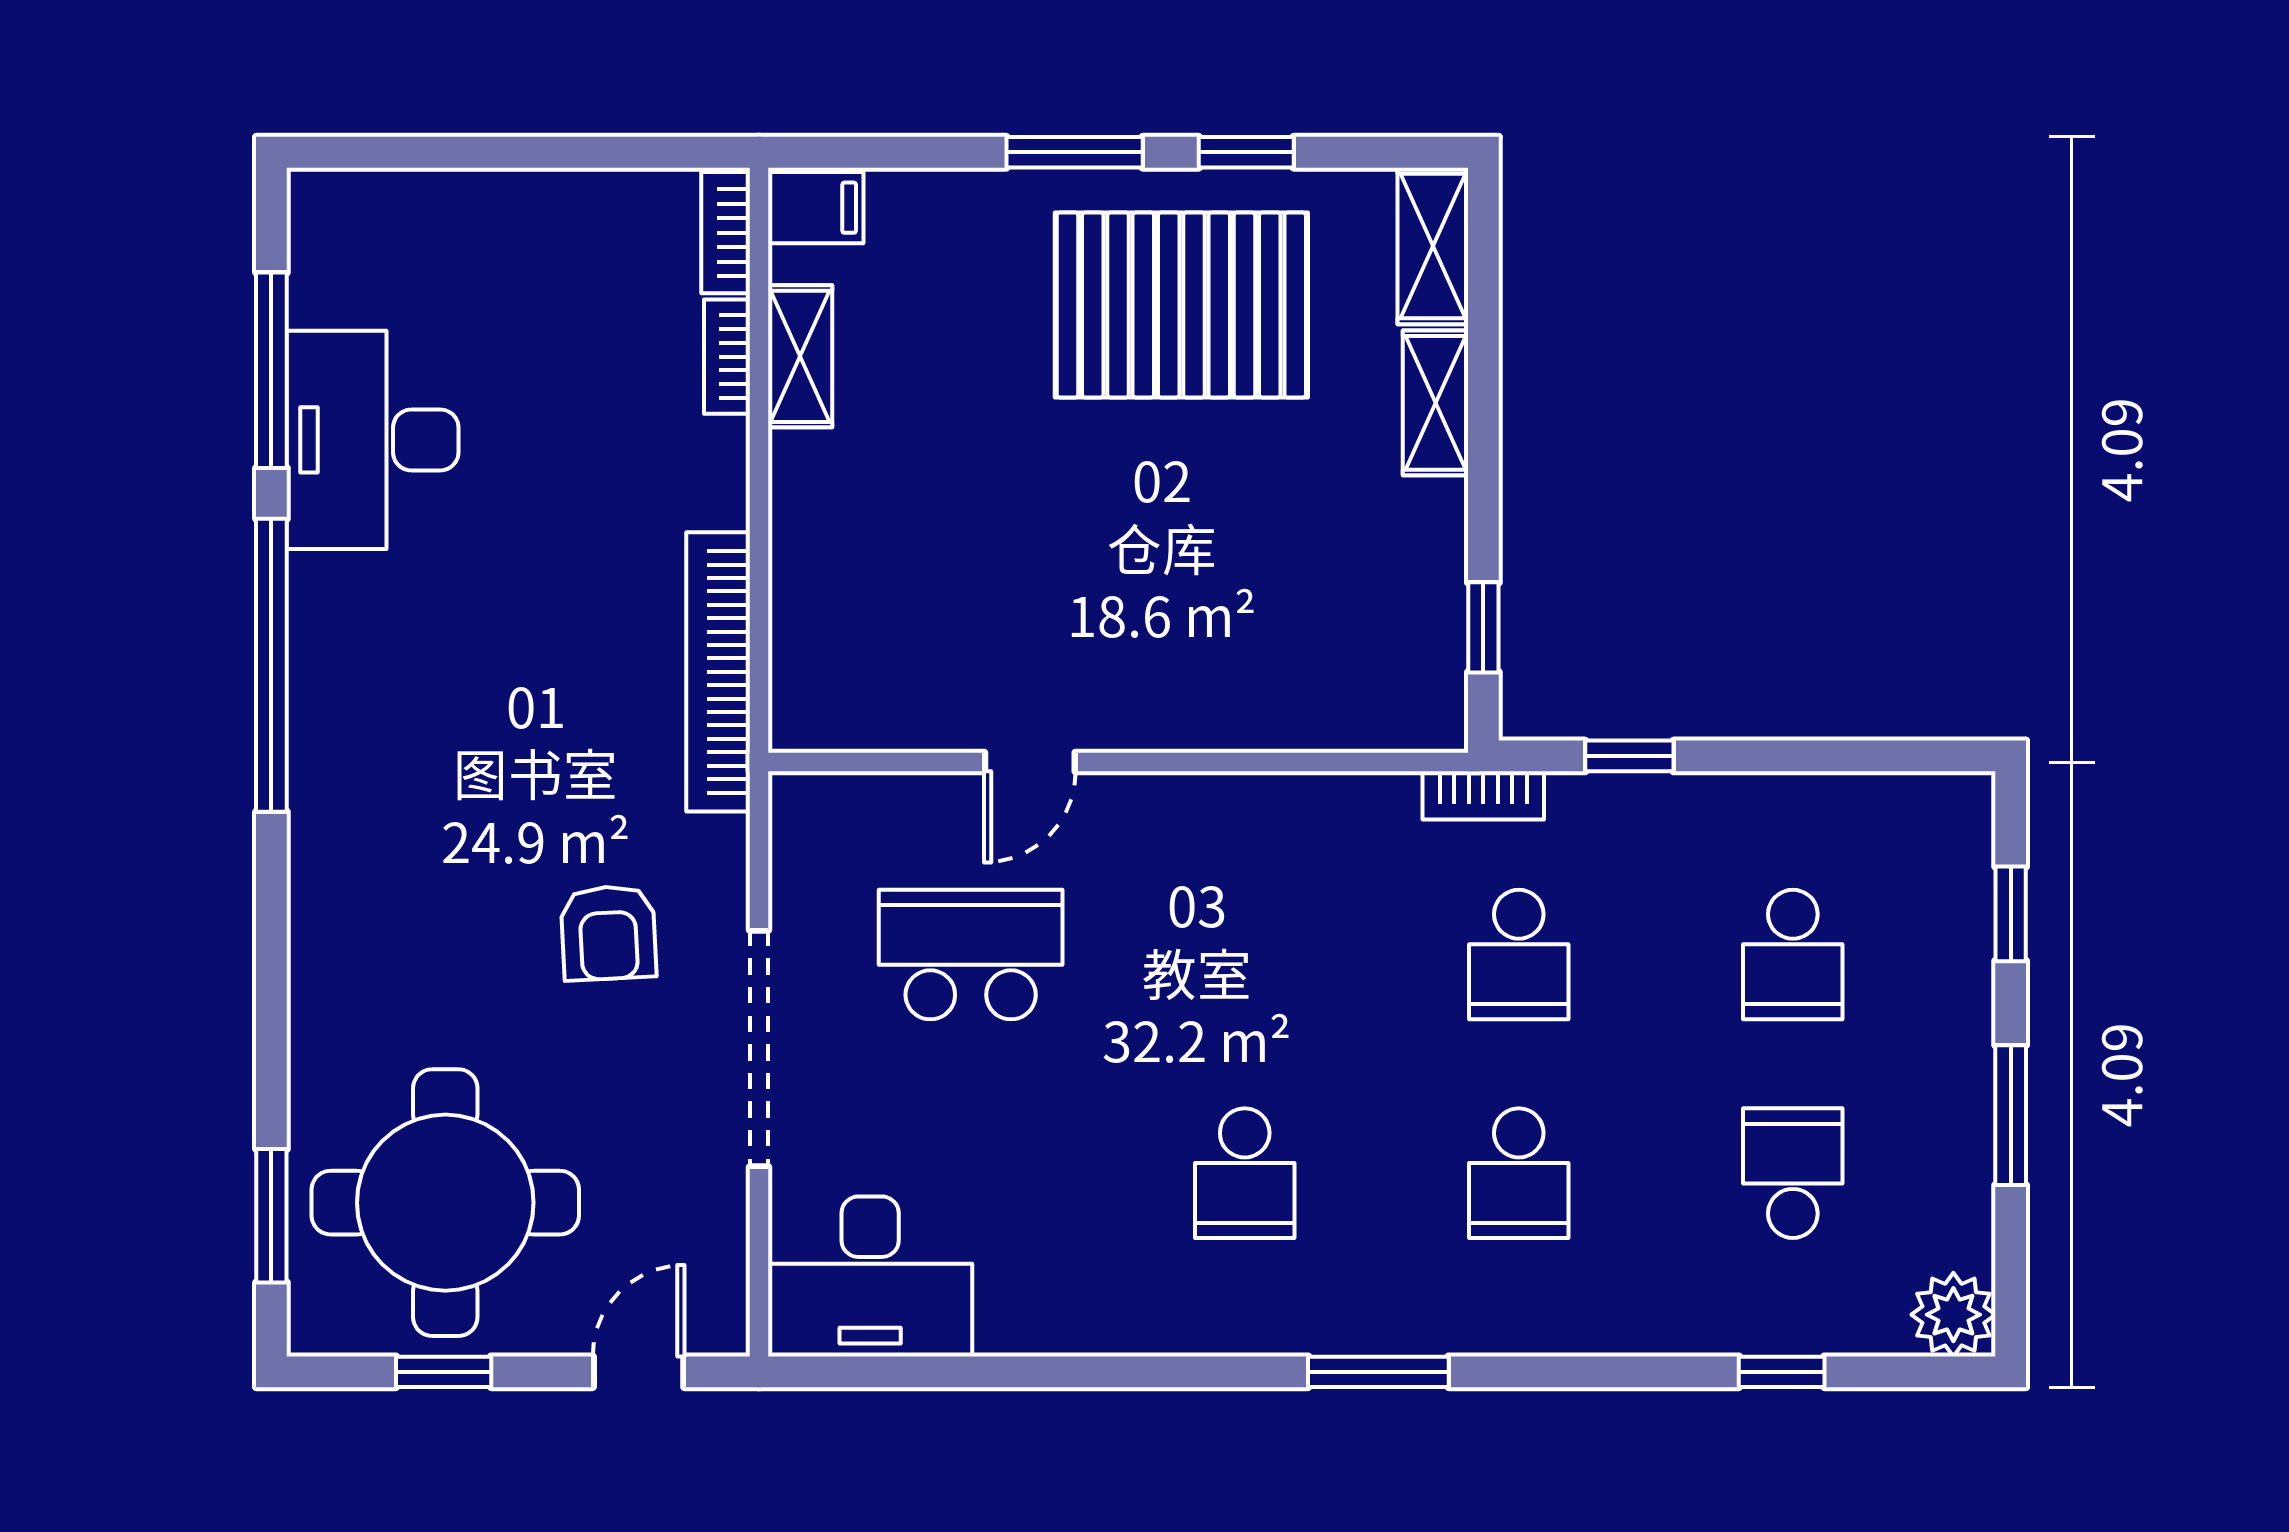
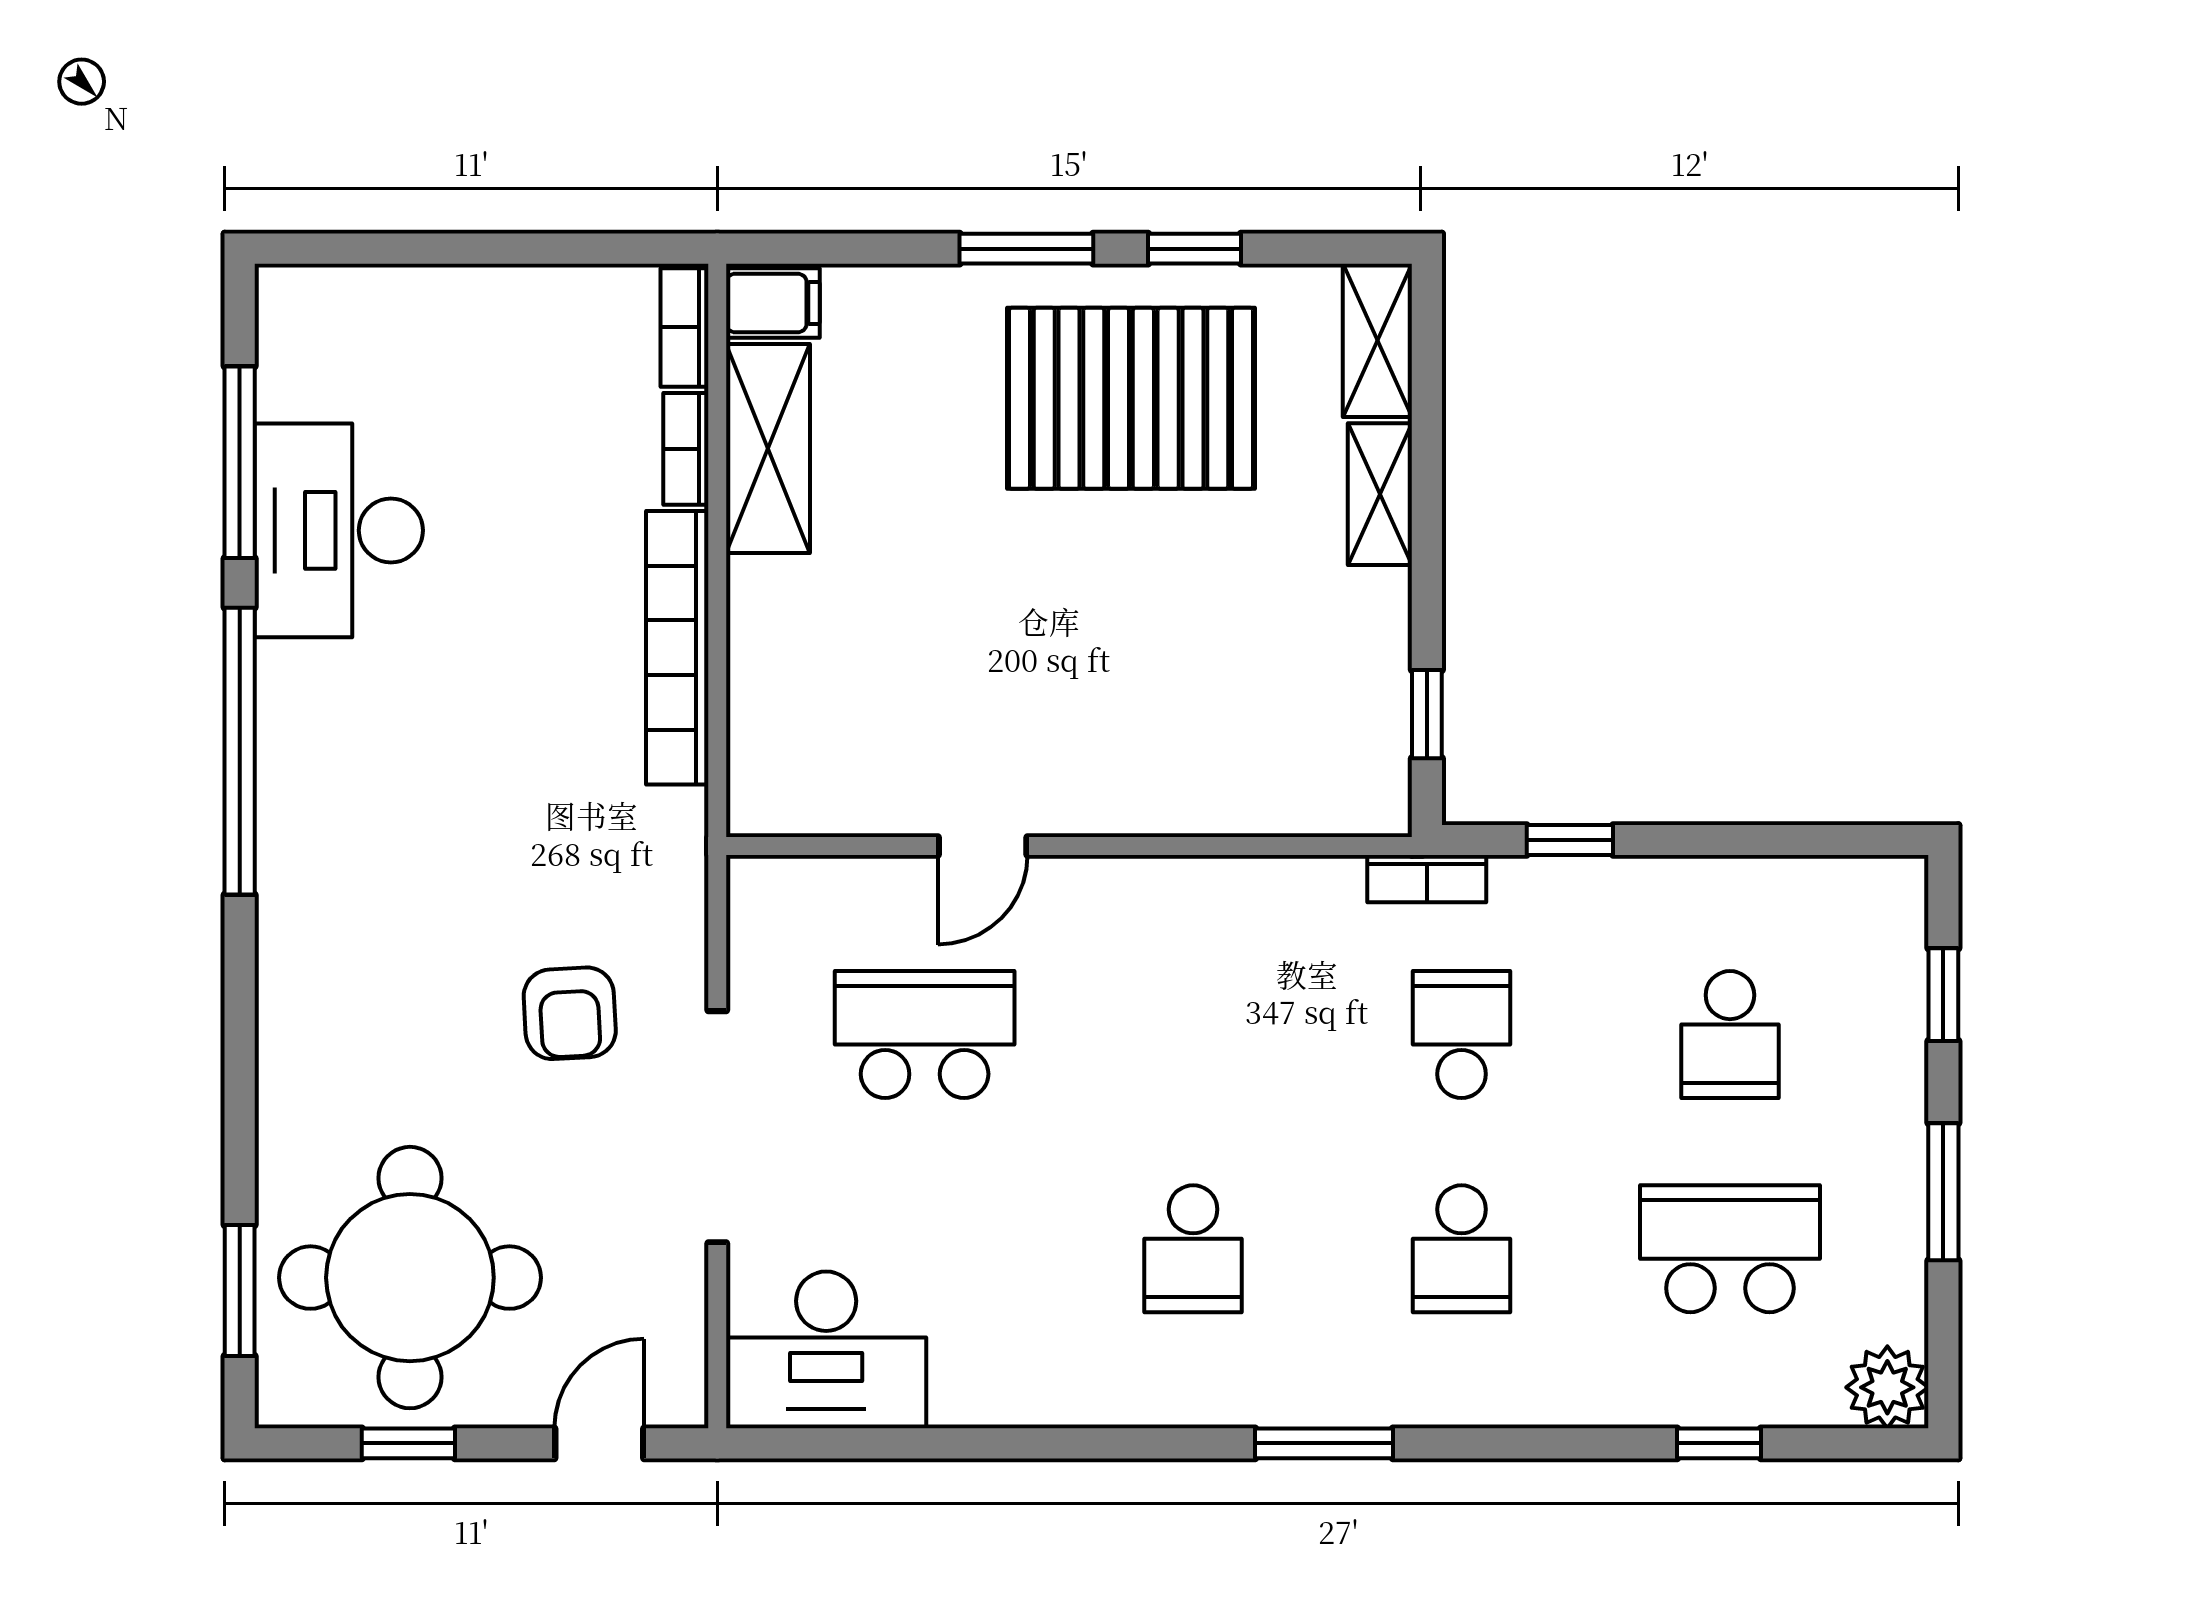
shelving: (800, 356) -> (768, 449), width x1.50, depth x1.33
bookcase: (718, 672) -> (677, 648), moved
school desk: (1519, 955) -> (1462, 1035), turned 180
school desk: (1793, 1173) -> (1730, 1249), width x1.85

